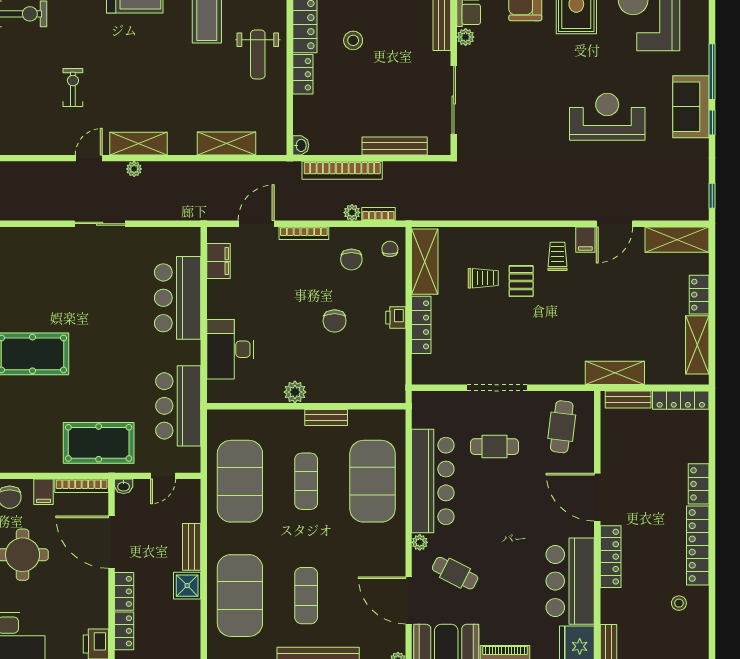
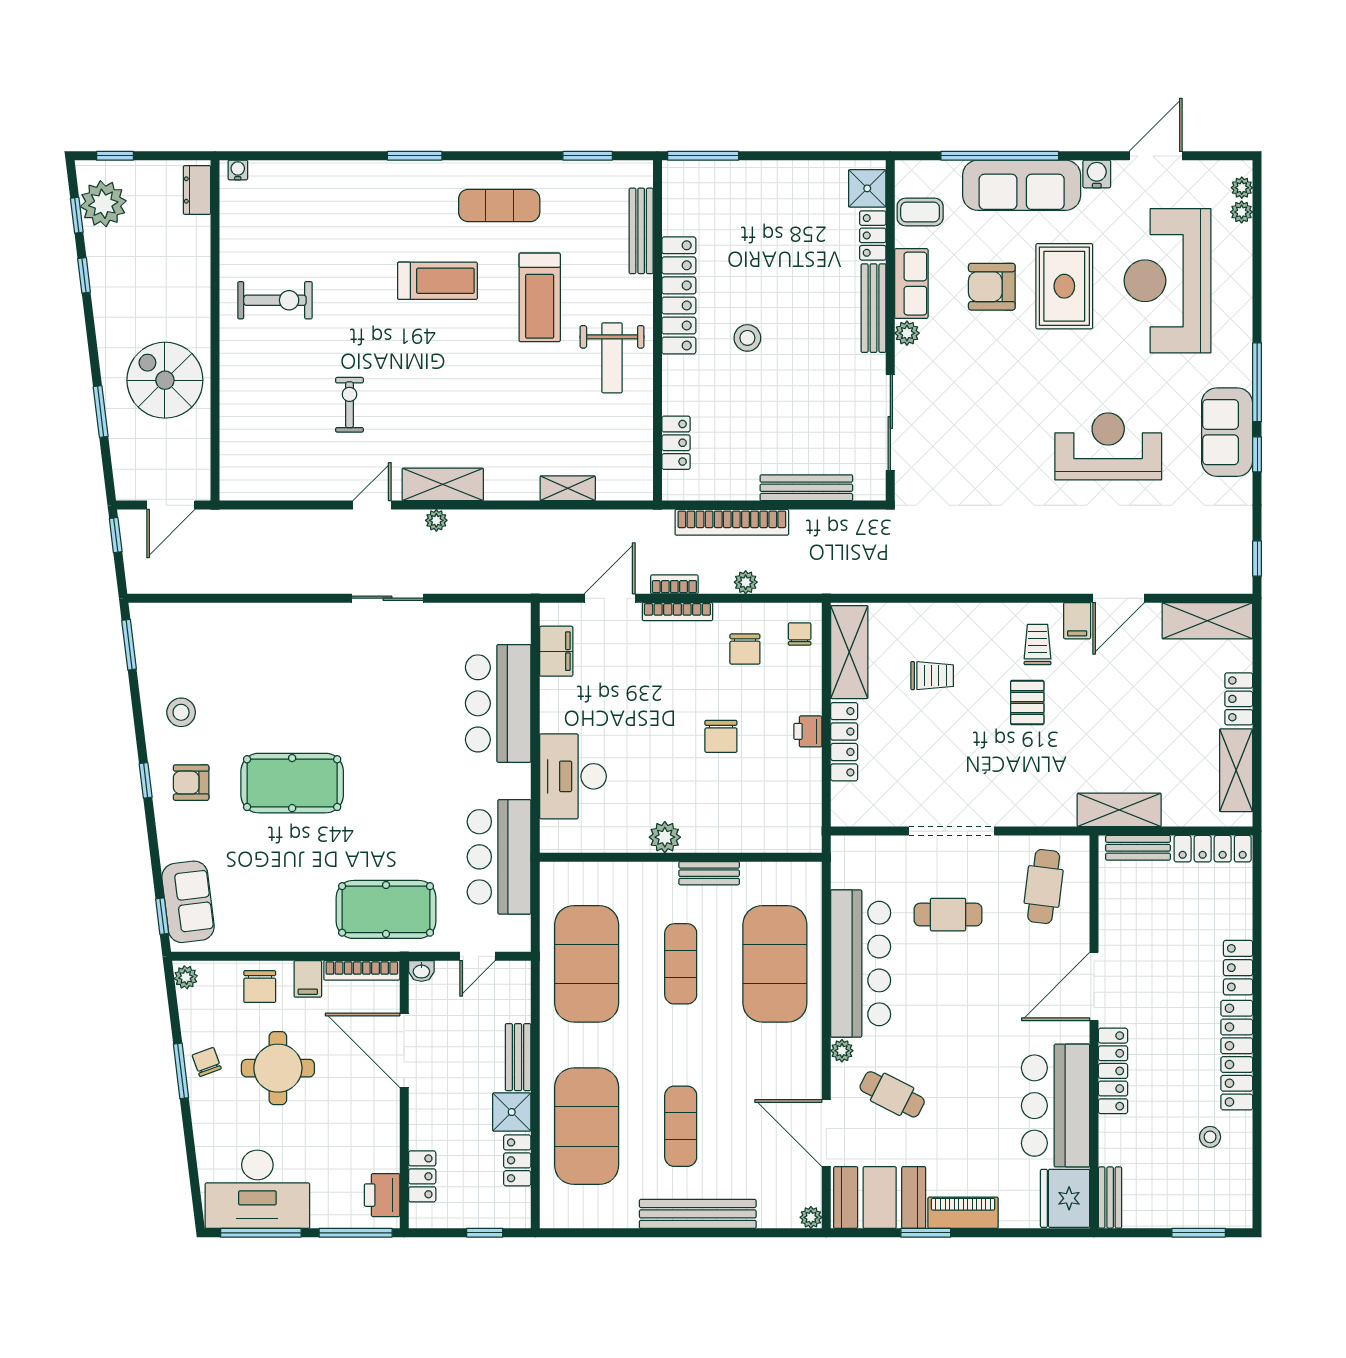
locker: (303, 74) -> (676, 443), moved
shelving: (227, 143) -> (568, 488), width x0.67, depth x0.75
washbasin: (301, 145) -> (673, 487), removed
bookcase: (378, 214) -> (674, 584), moved
pallet: (521, 281) -> (1027, 703), moved
door: (597, 497) -> (1094, 986), hinge flipped
locker: (124, 591) -> (517, 1160), moved, turned 180

